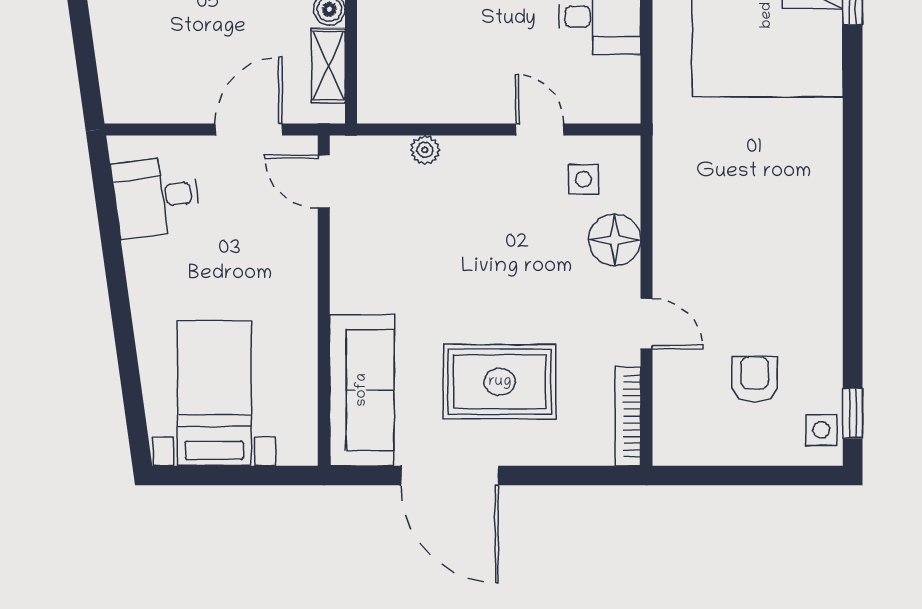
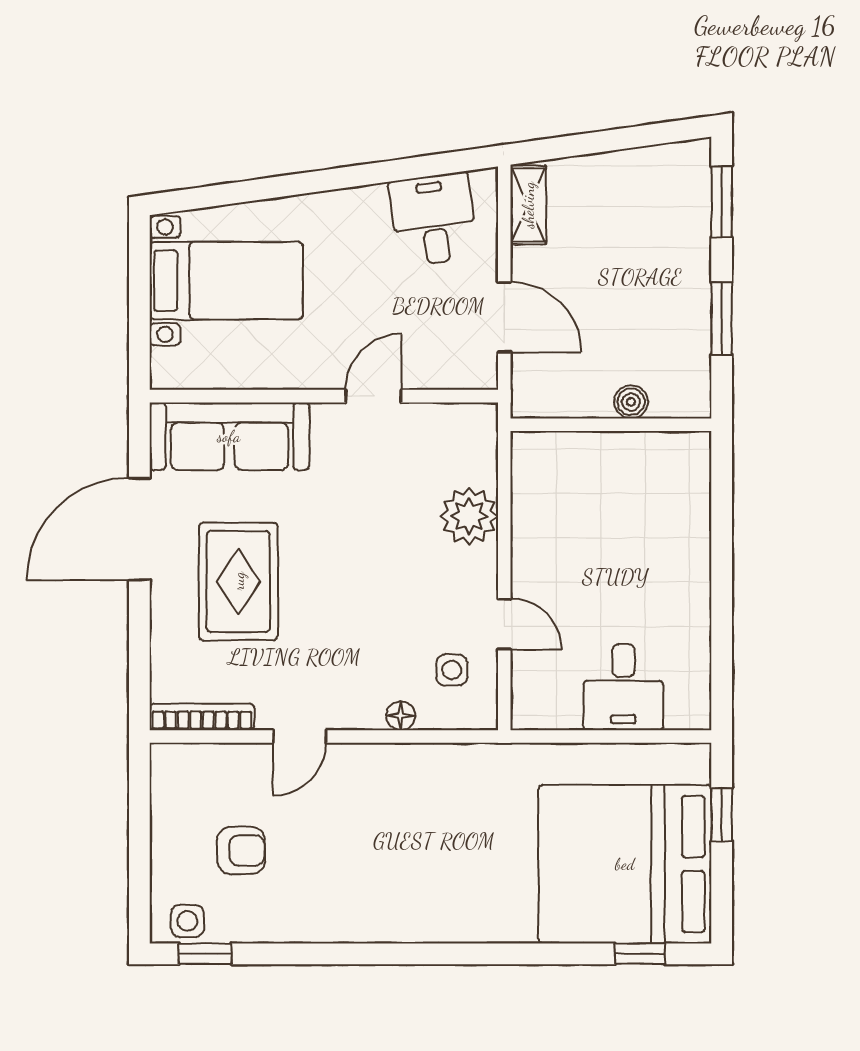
shelving: (328, 66) -> (528, 205), moved, turned 90
door: (540, 129) -> (504, 624), hinge flipped
plant: (425, 150) -> (469, 516), width x1.87, depth x1.87
door: (324, 182) -> (373, 396), moved
floor lamp: (615, 240) -> (401, 716), width x0.53, depth x0.53

